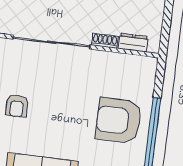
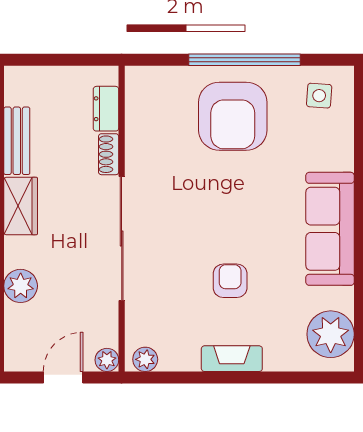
armchair: (17, 106) -> (230, 281), turned -90

